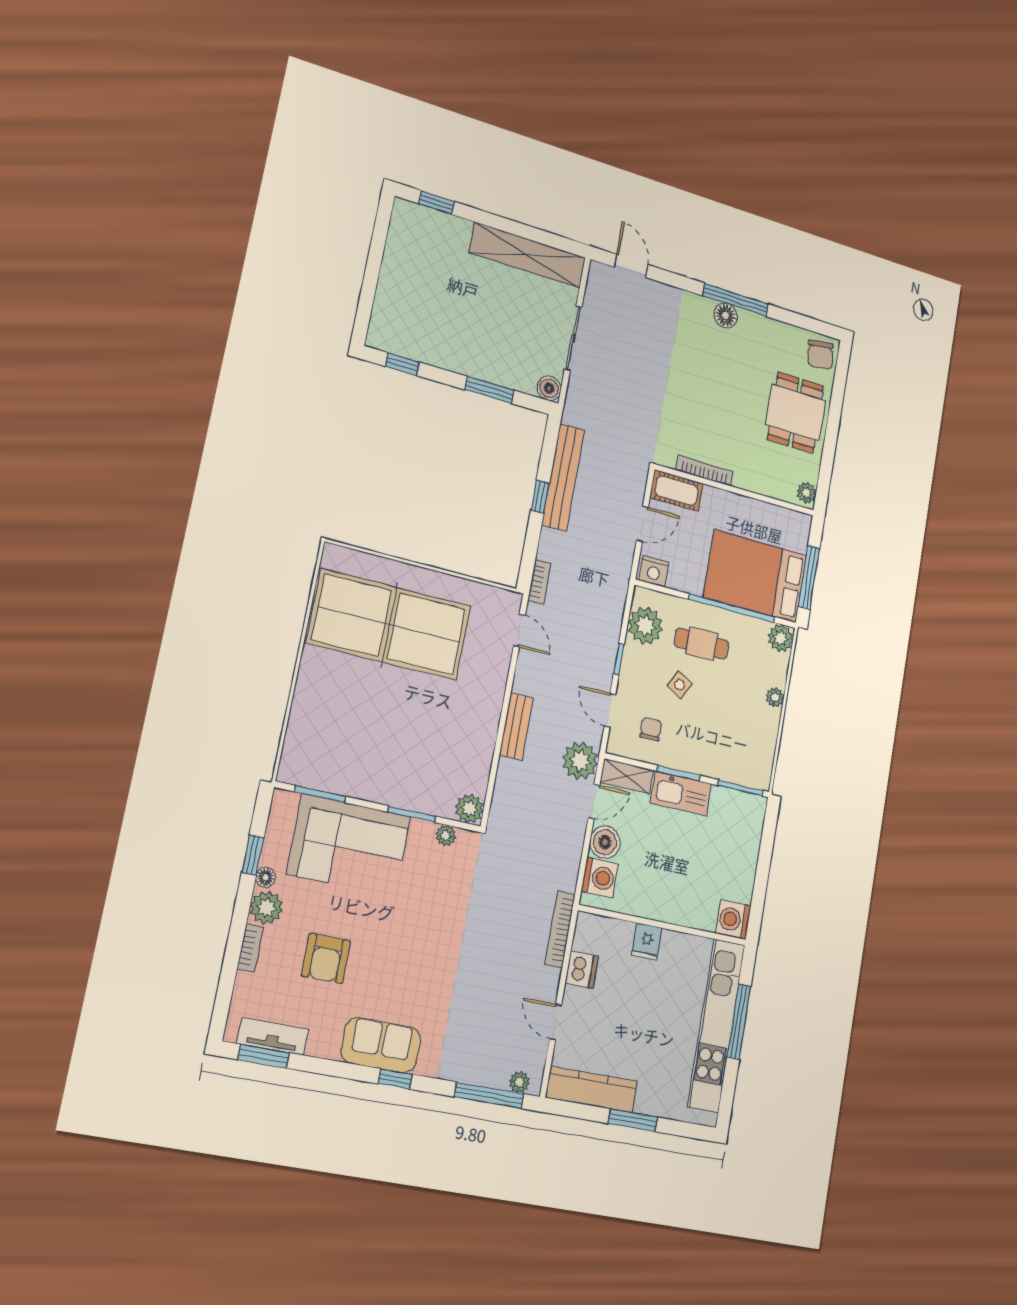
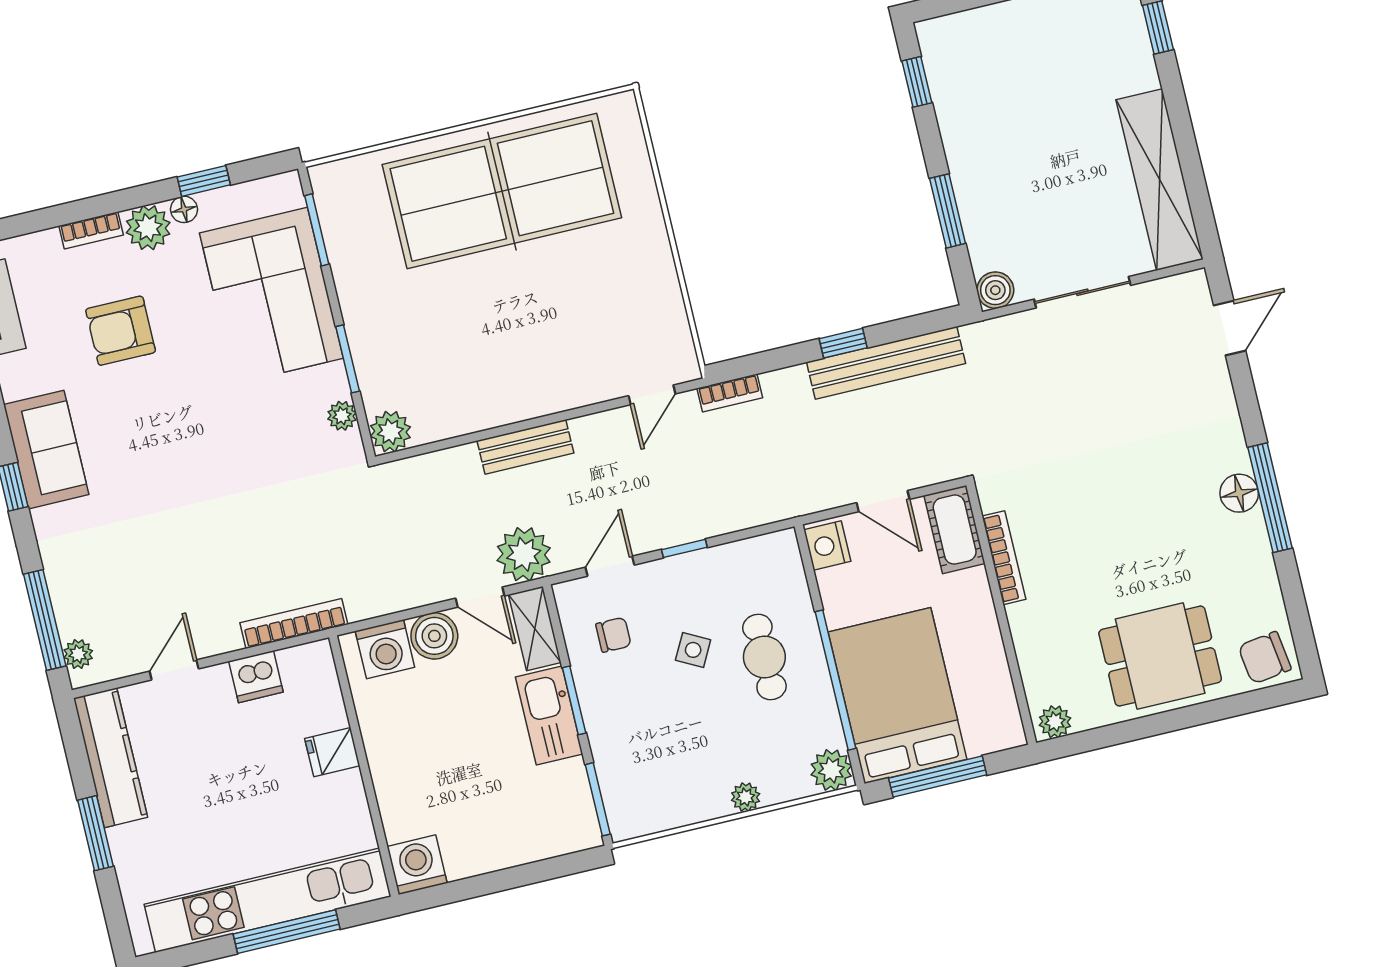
table tennis table: (389, 625) -> (502, 191), moved, turned 90
plant: (645, 626) -> (748, 566), removed

